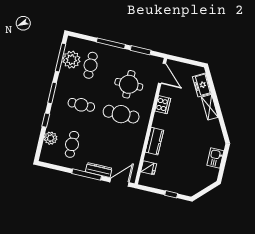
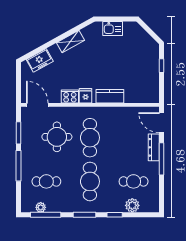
plant: (71, 60) -> (41, 207), width x0.53, depth x0.53
door: (162, 73) -> (37, 105), hinge flipped
cafe table: (81, 105) -> (90, 181), width x1.37, depth x1.35
shelving: (210, 107) -> (70, 42), moved
fridge: (149, 168) -> (86, 96), moved

